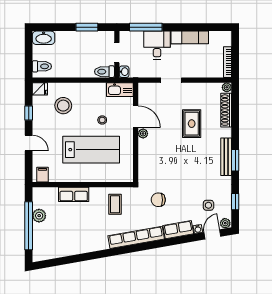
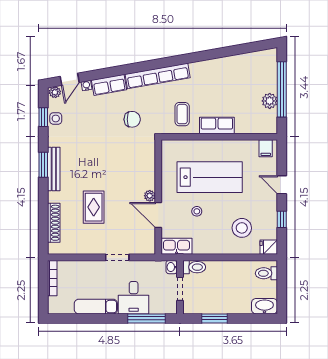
plant: (227, 87) -> (53, 249), removed
lab bench: (91, 150) -> (210, 177), turned 180
row of seats: (74, 194) -> (217, 126), moved
side table: (208, 205) -> (56, 118), moved

